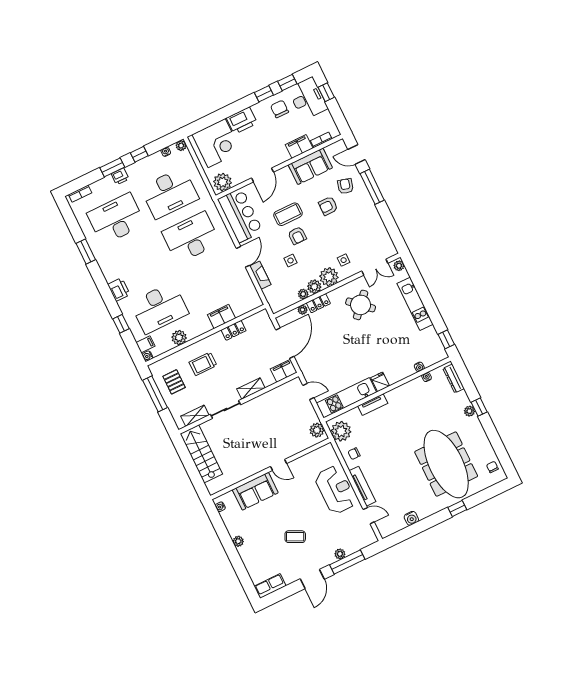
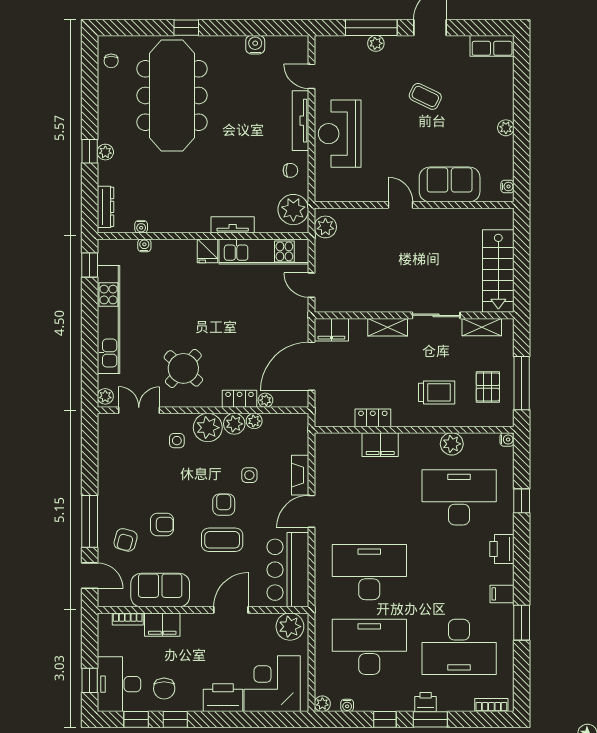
desk: (191, 237) -> (369, 572), turned 180
kitchen unit: (415, 304) -> (109, 319), width x1.36
filing cabinet: (145, 344) -> (502, 594), moved

